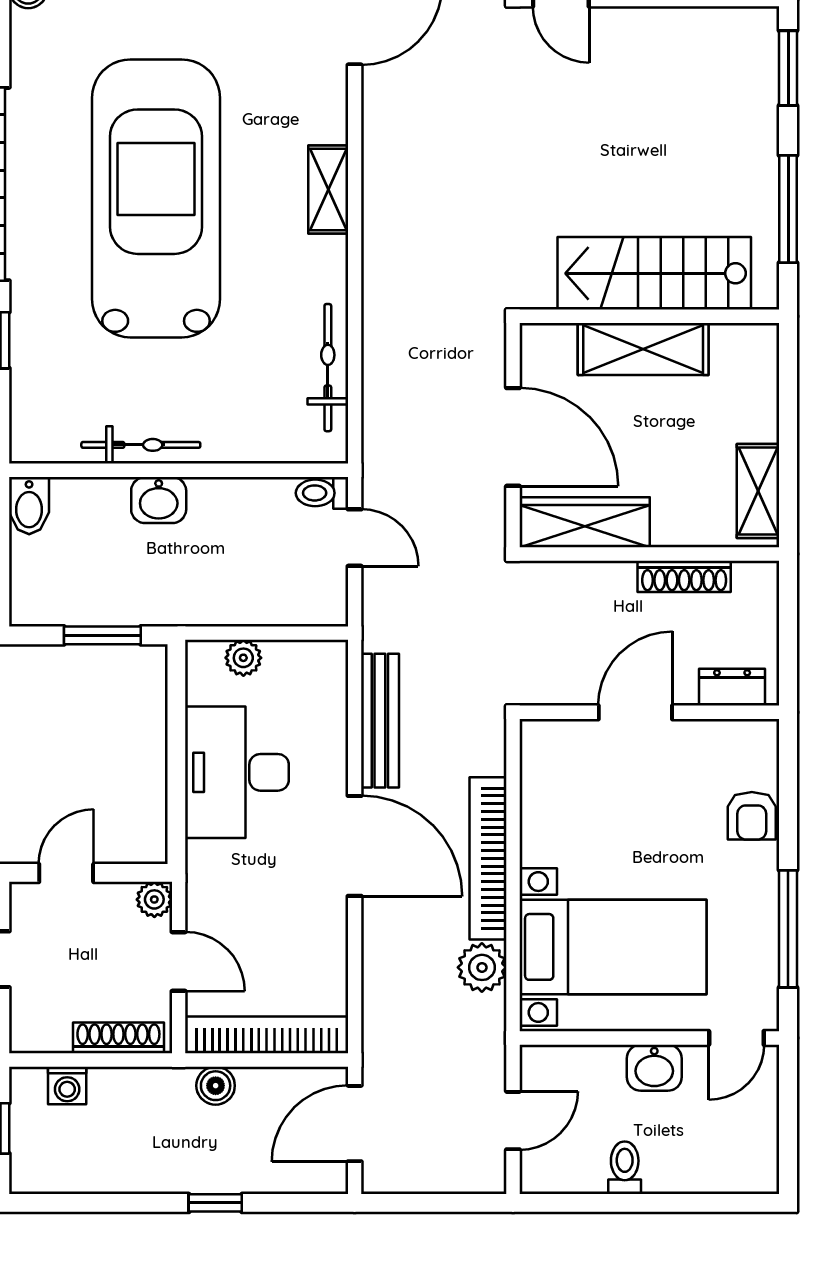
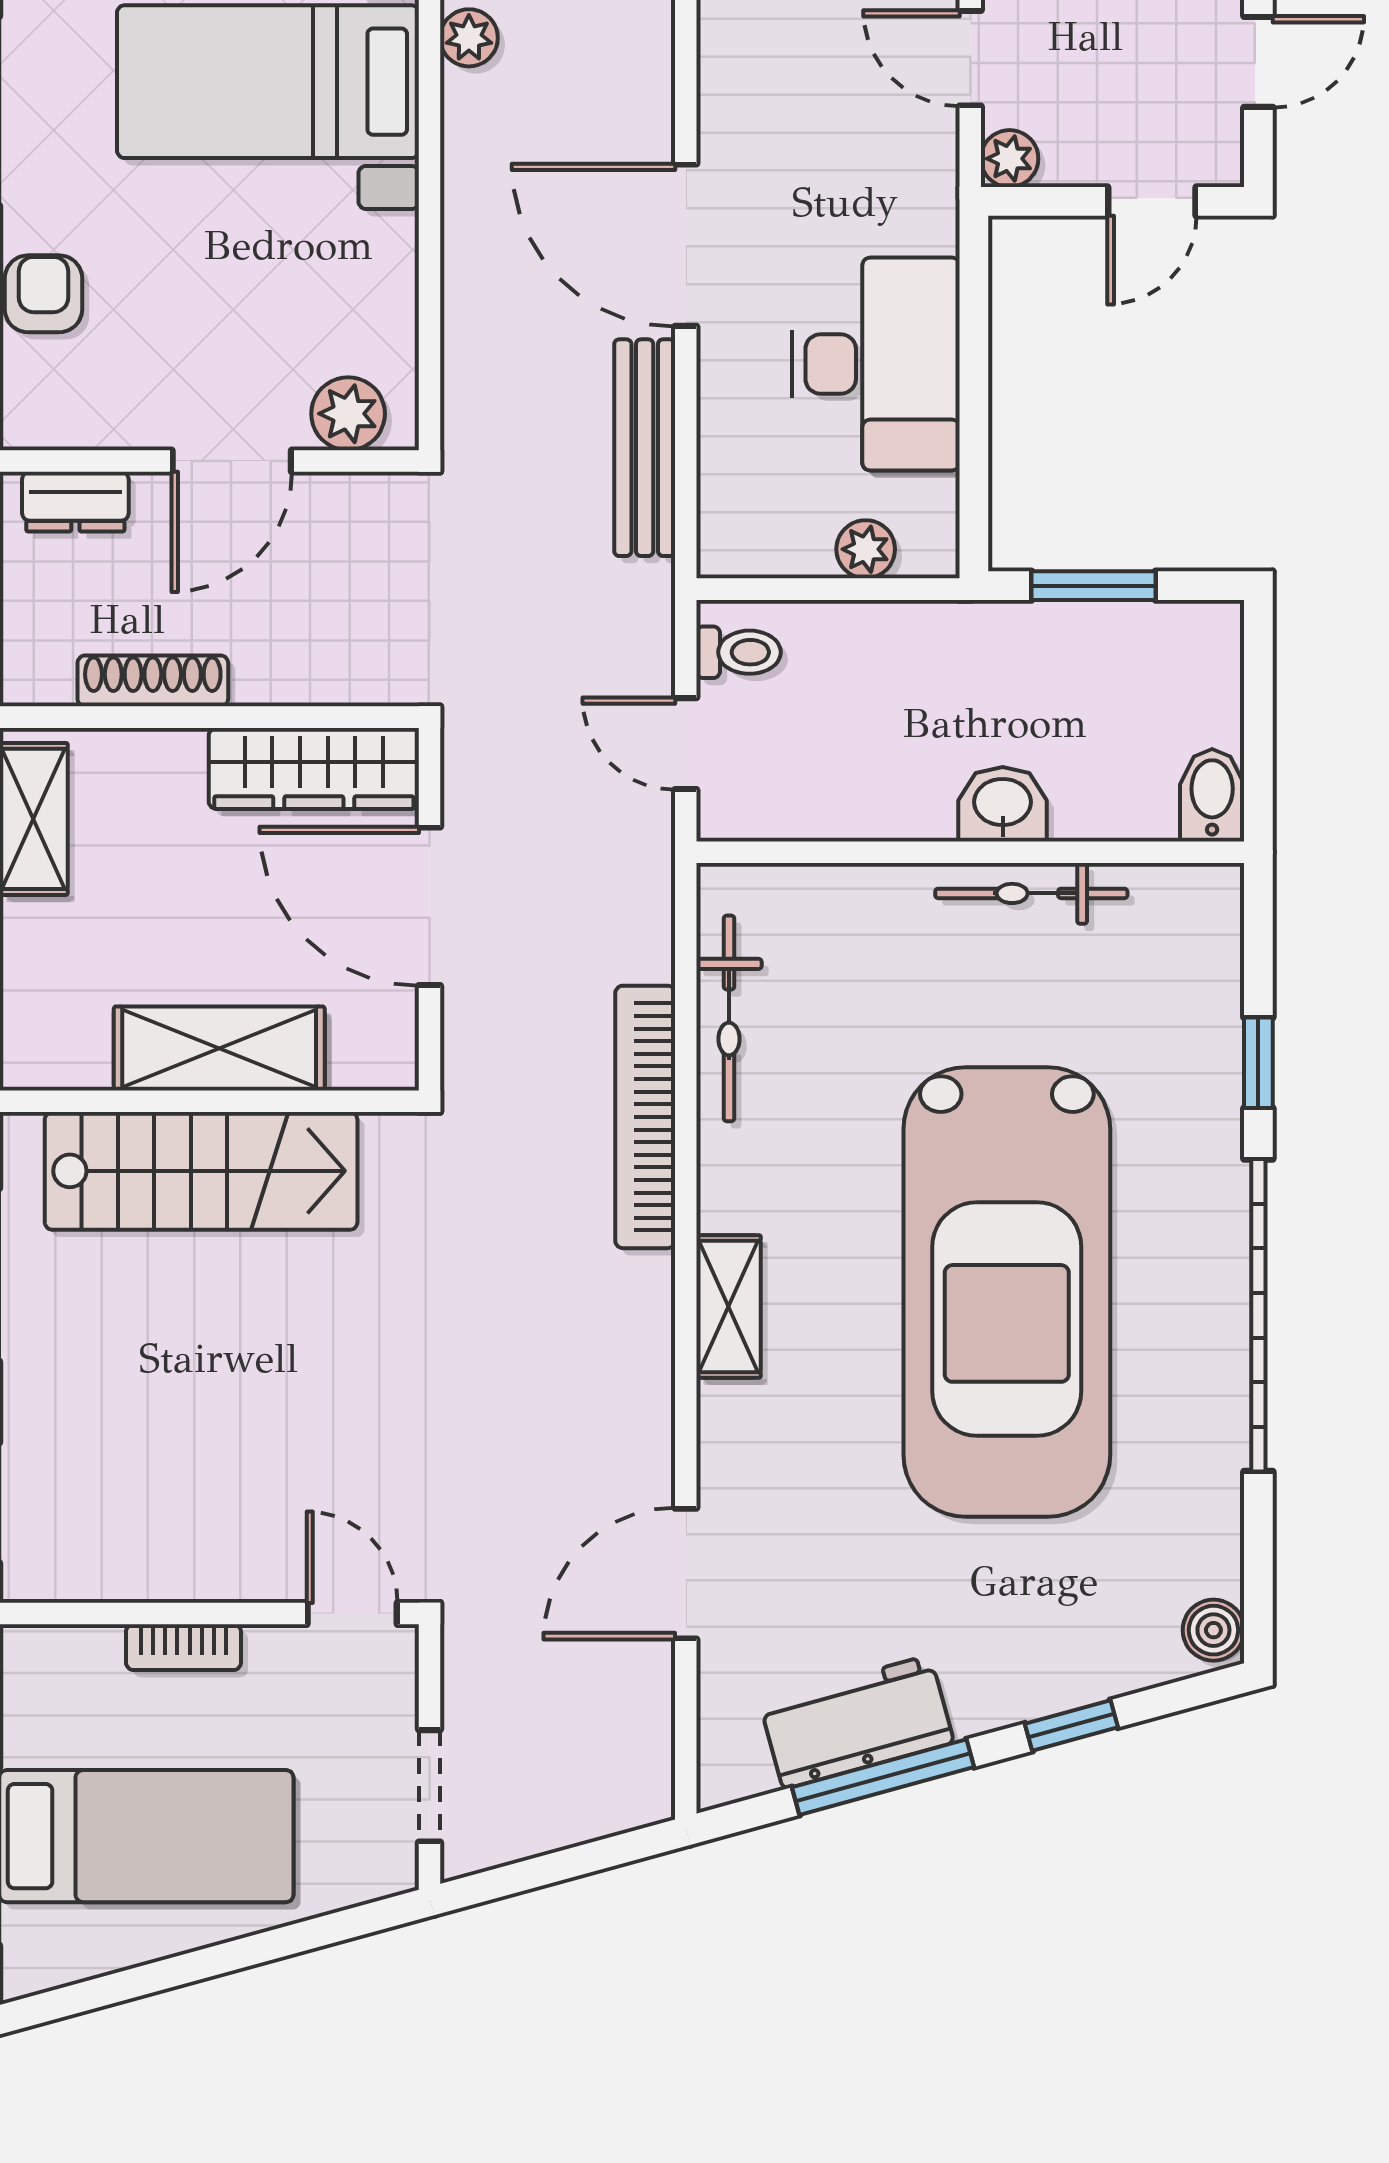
toilet: (322, 493) -> (739, 652), moved
plant: (563, 742) -> (348, 414), added
bookcase: (488, 858) -> (645, 1117), moved, turned 180
plant: (482, 967) -> (469, 38), width x0.73, depth x0.73

